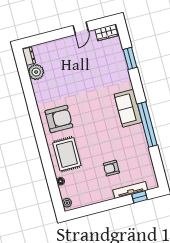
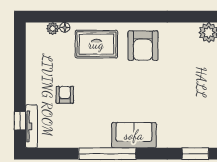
tv unit: (130, 190) -> (31, 126), moved
plant: (67, 203) -> (53, 28), moved

